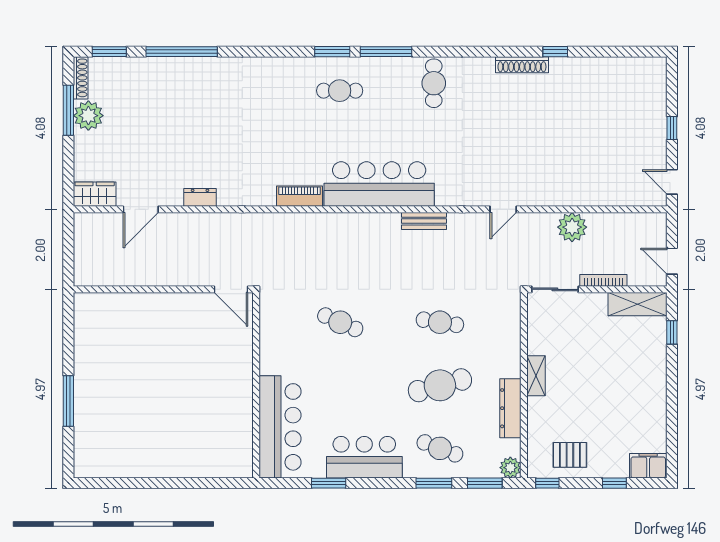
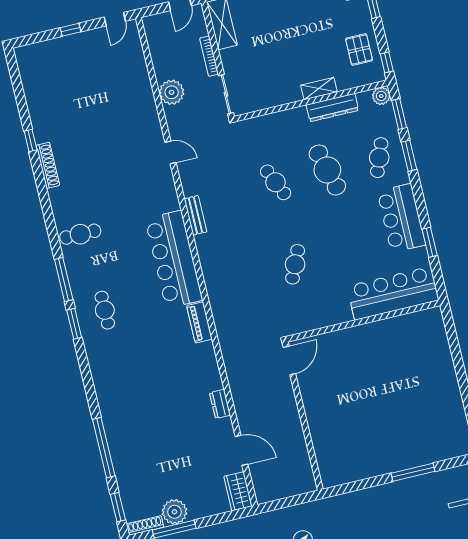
cafe table: (440, 322) -> (276, 182), turned -33
shelving: (536, 376) -> (319, 89), moved

